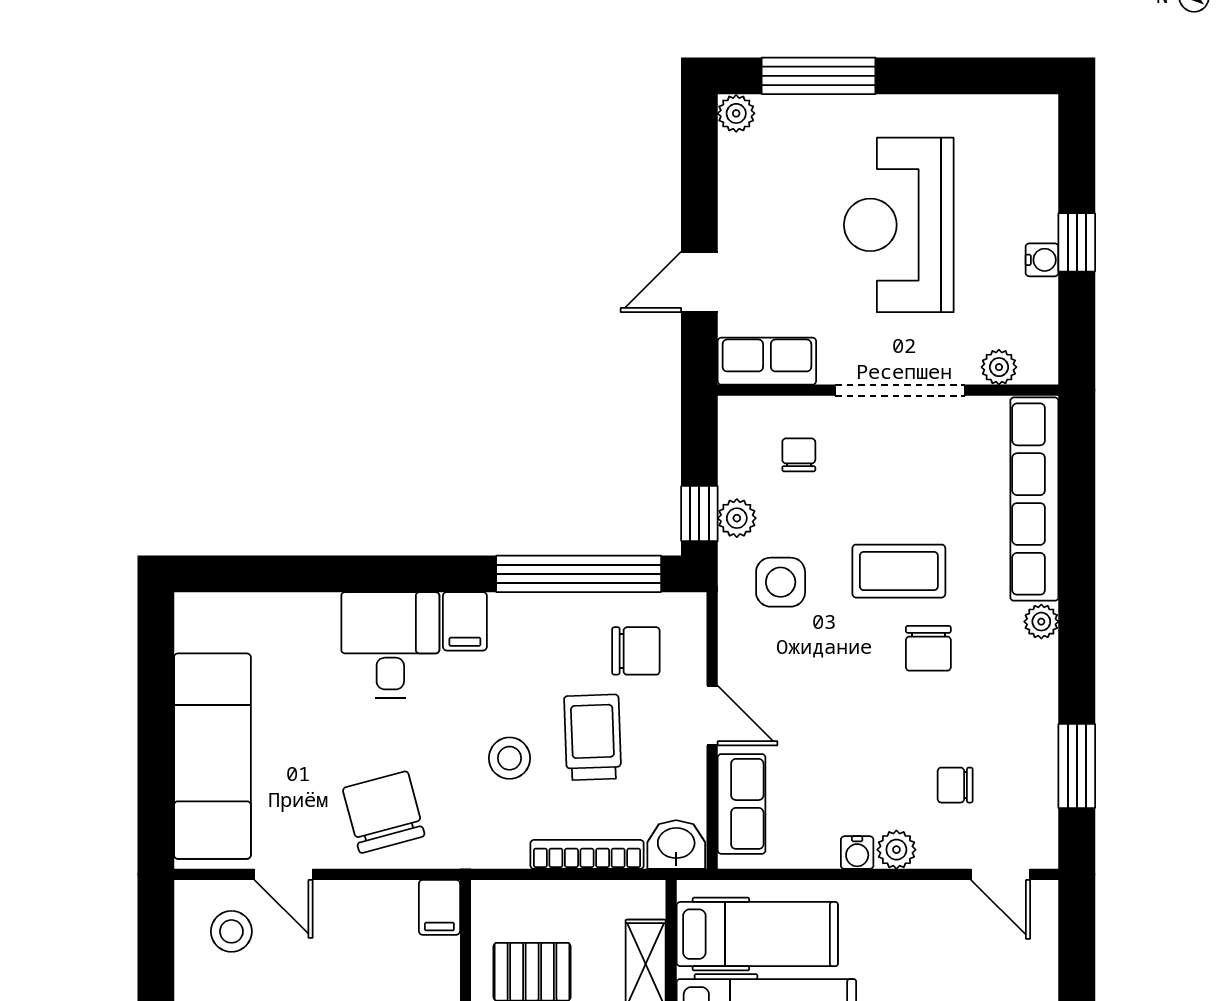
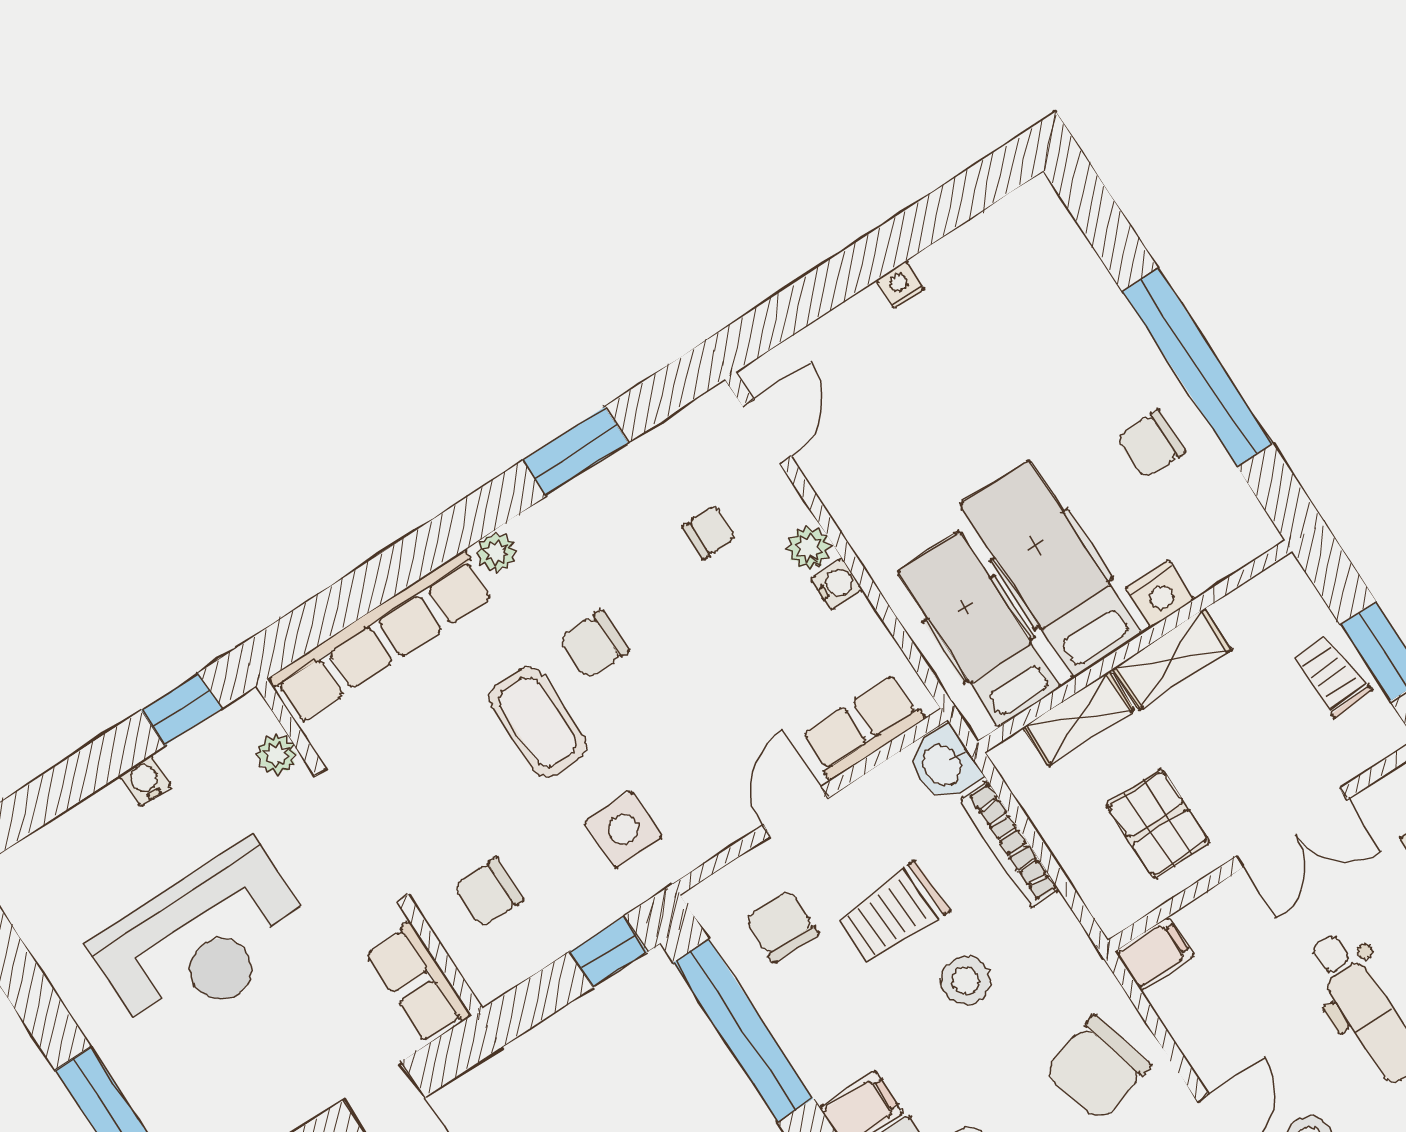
window: (1077, 242) -> (181, 709), moved
chair: (799, 455) -> (489, 893), width x1.37, depth x1.37
plant: (737, 518) -> (589, 913), removed
chair: (928, 648) -> (594, 645), turned 180
window: (1077, 766) -> (575, 452), moved
chair: (955, 785) -> (709, 532), turned -90

